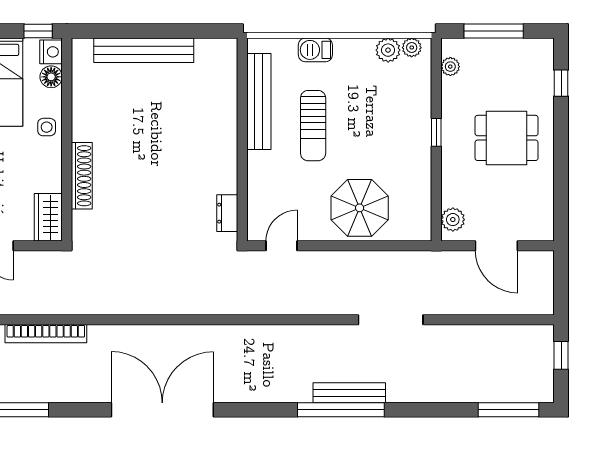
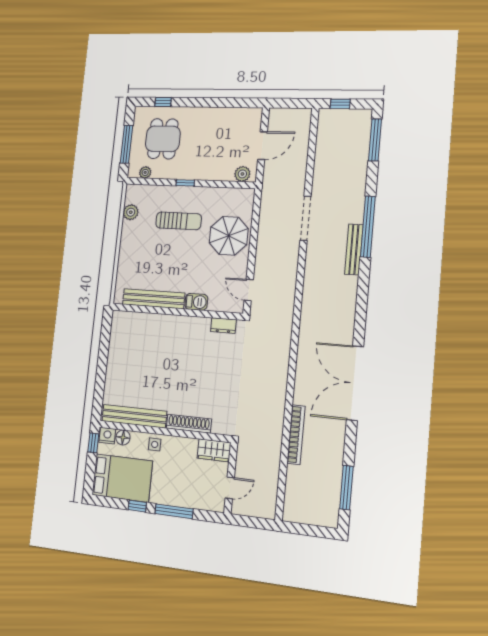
plant: (412, 48) -> (131, 197), removed
bench: (144, 50) -> (134, 416), moved, turned 90
barbecue: (315, 50) -> (196, 302), moved, turned -90
sun lounger: (313, 126) -> (179, 221), moved
dining table: (507, 138) -> (163, 139), moved
bookcase: (46, 334) -> (296, 435), moved
window: (341, 410) -> (368, 227), moved

